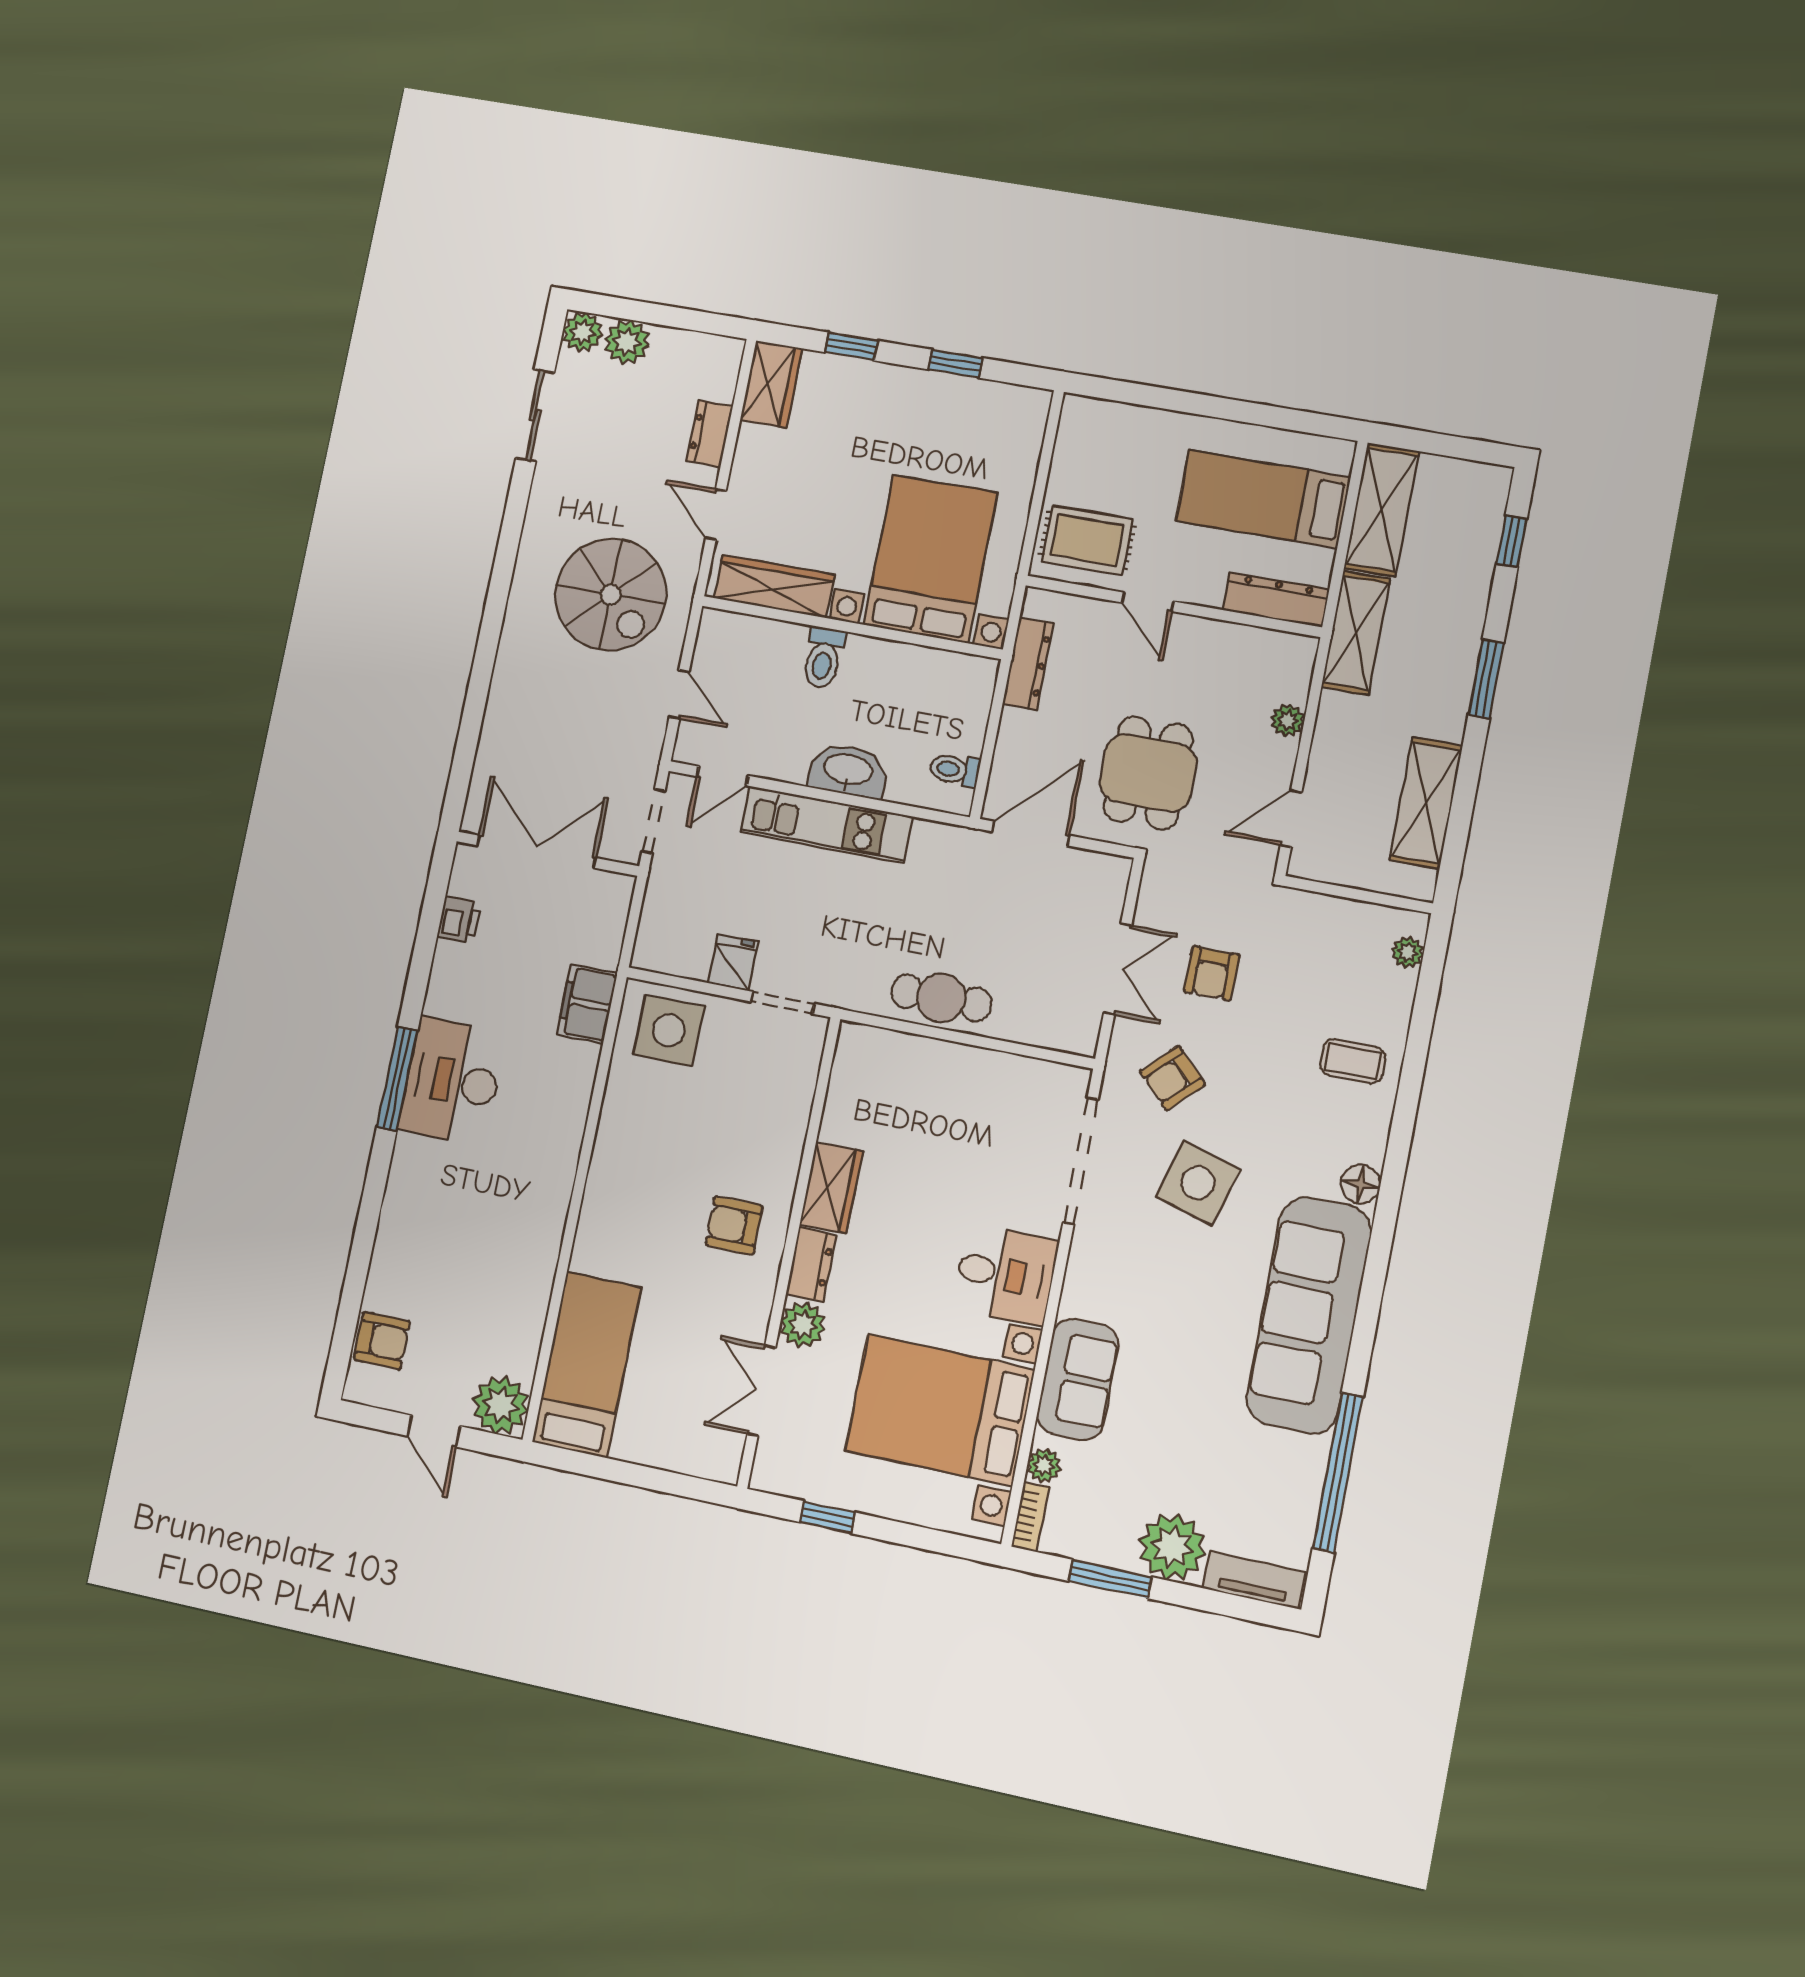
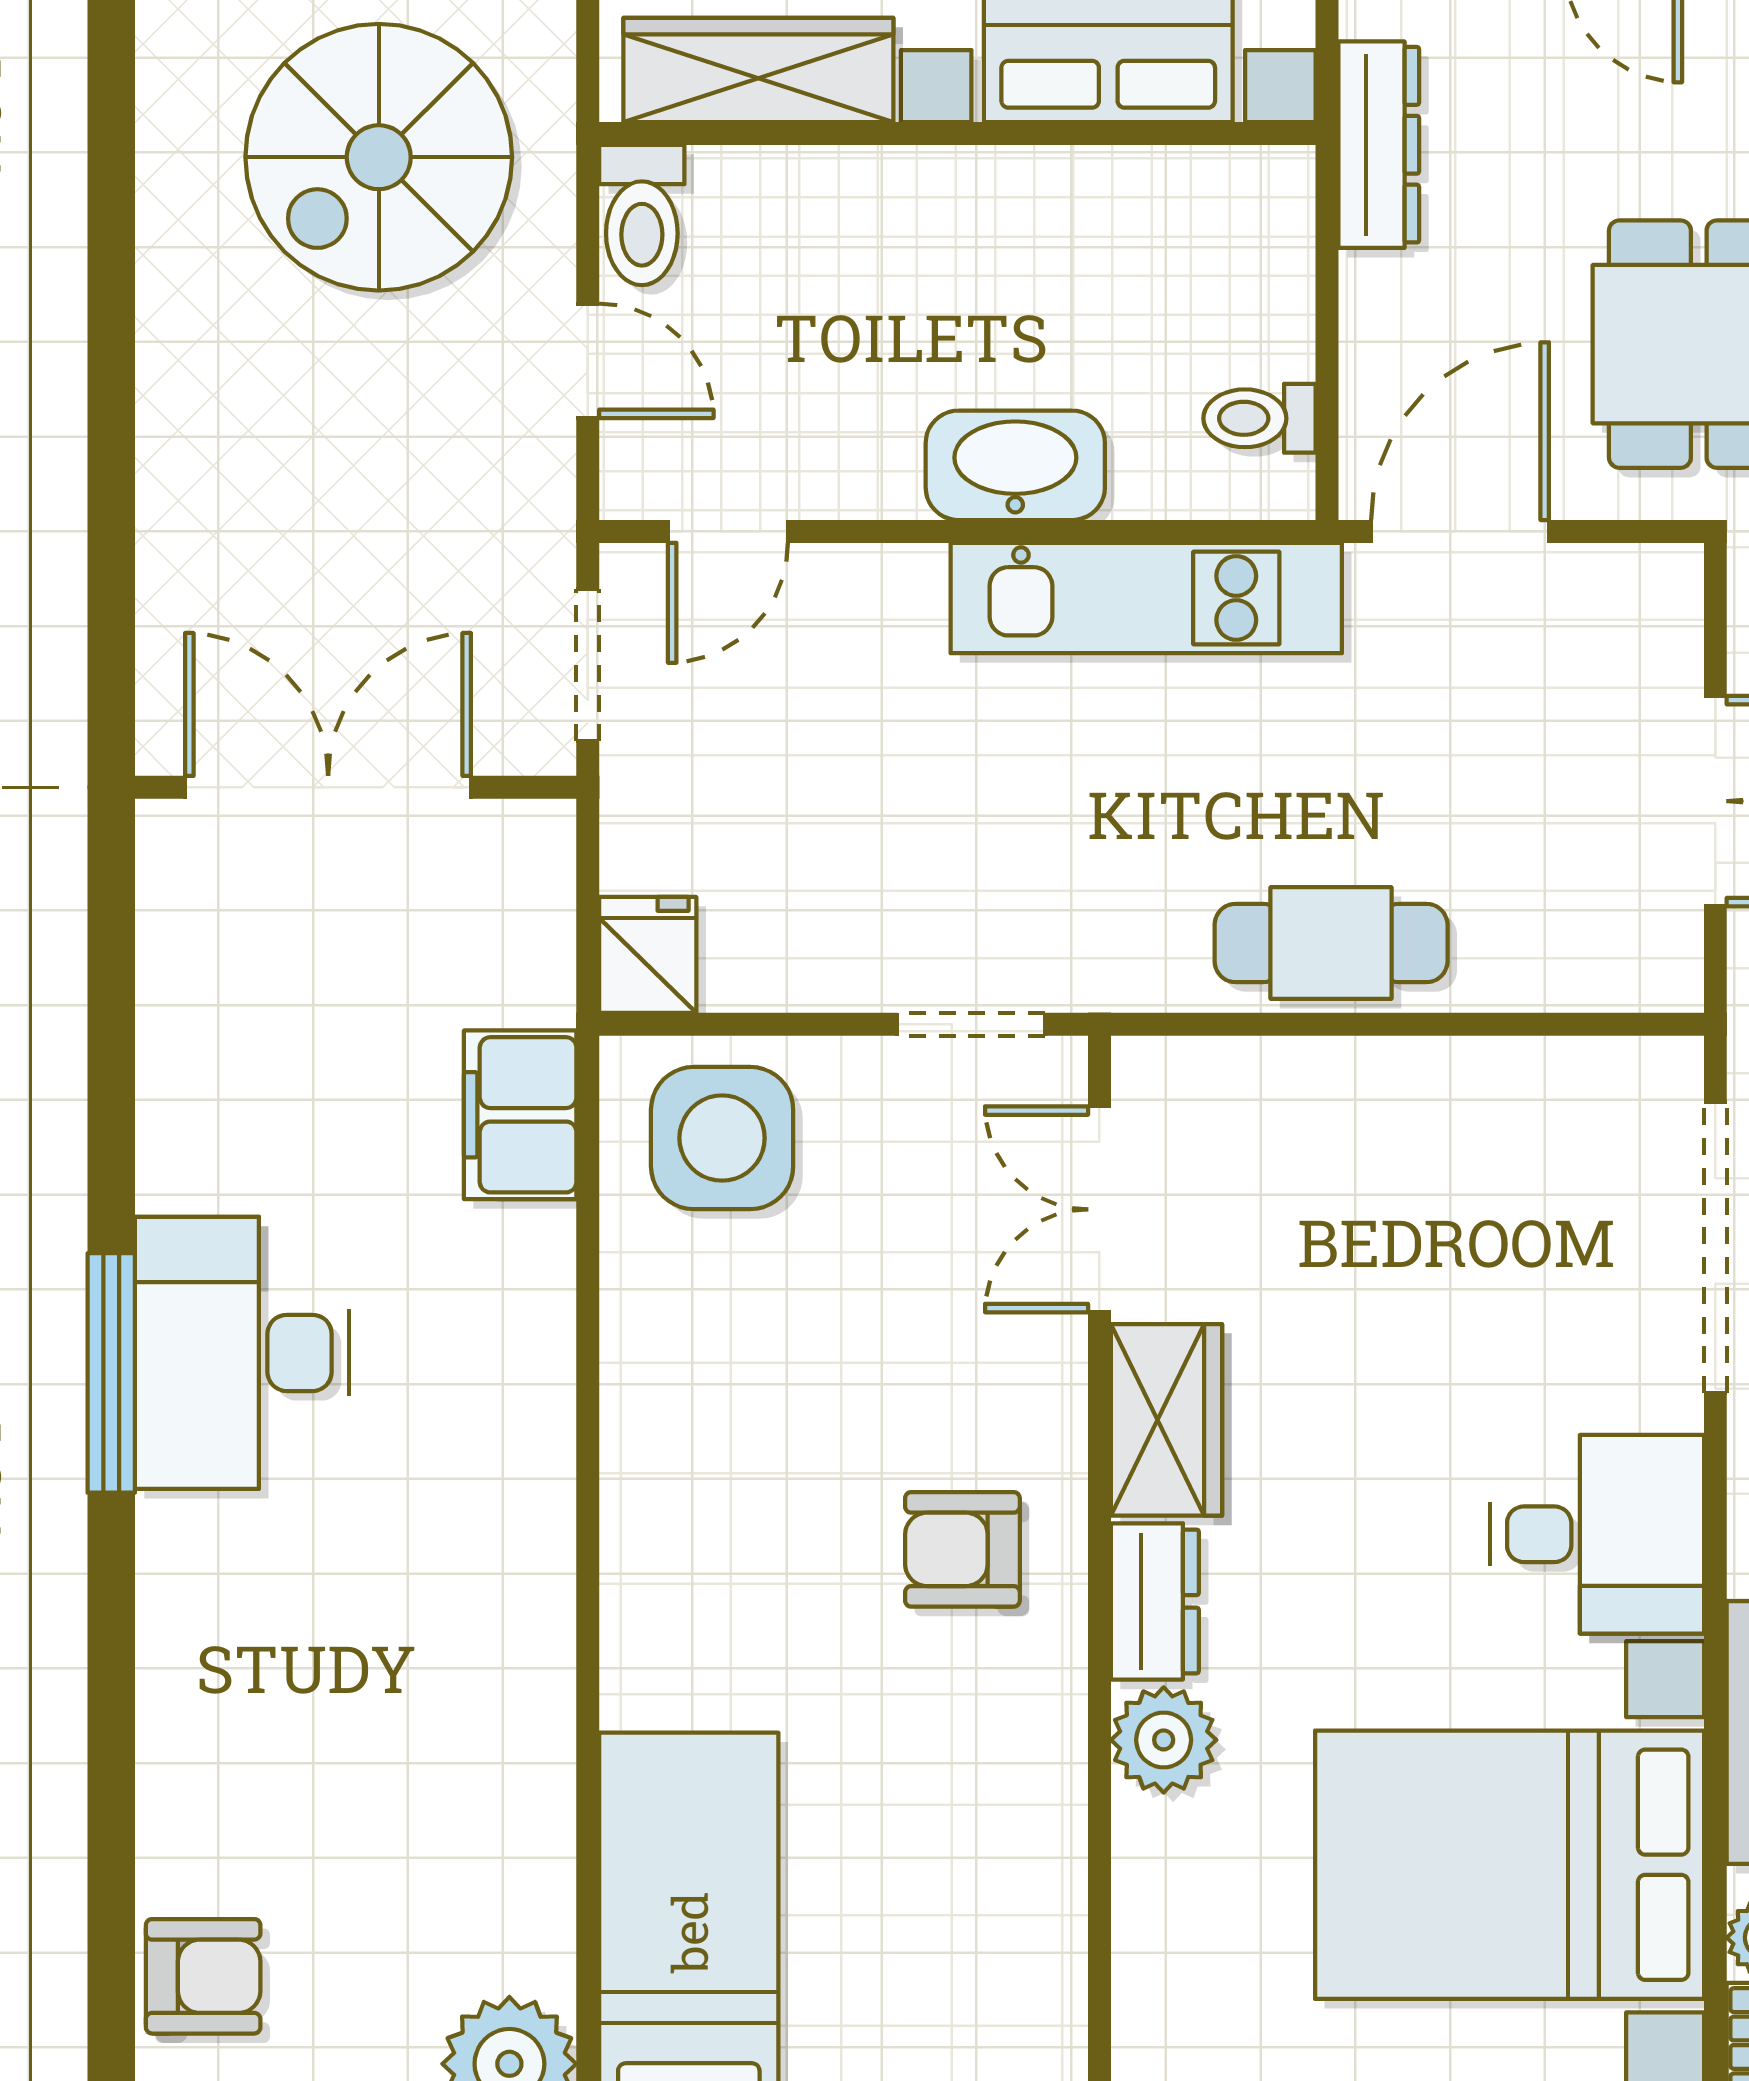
spiral stairs: (611, 595) -> (379, 157), turned 90
toilet: (823, 658) -> (642, 215), moved
kitchen unit: (826, 824) -> (1146, 598), moved
printer: (459, 920) -> (179, 979), removed
fridge: (733, 963) -> (648, 955), moved
double door: (761, 1391) -> (1099, 1209), moved

